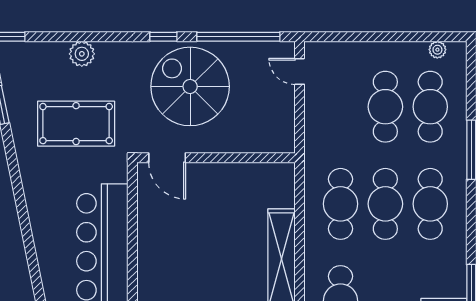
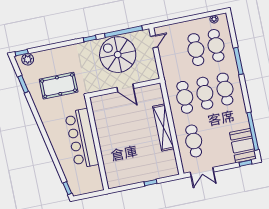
plant: (82, 54) -> (28, 59), moved
door: (300, 71) -> (154, 42), swing flipped
spiral stairs: (190, 86) -> (118, 55), moved
door: (167, 158) -> (125, 88), moved

